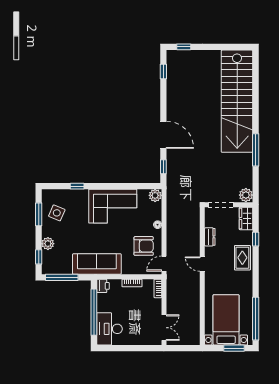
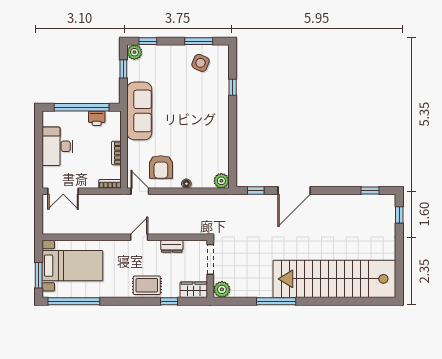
corner sofa: (113, 206) -> (209, 130), removed
plant: (48, 244) -> (134, 52), moved
window: (62, 277) -> (123, 69), width x0.46
printer: (103, 286) -> (97, 118), moved
desk: (109, 329) -> (57, 146), moved, turned -90

